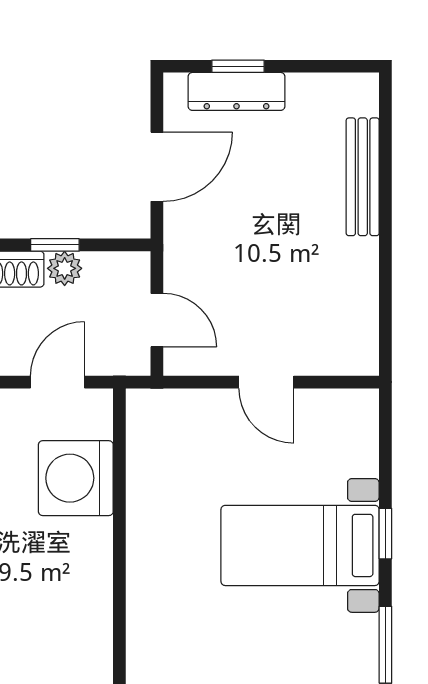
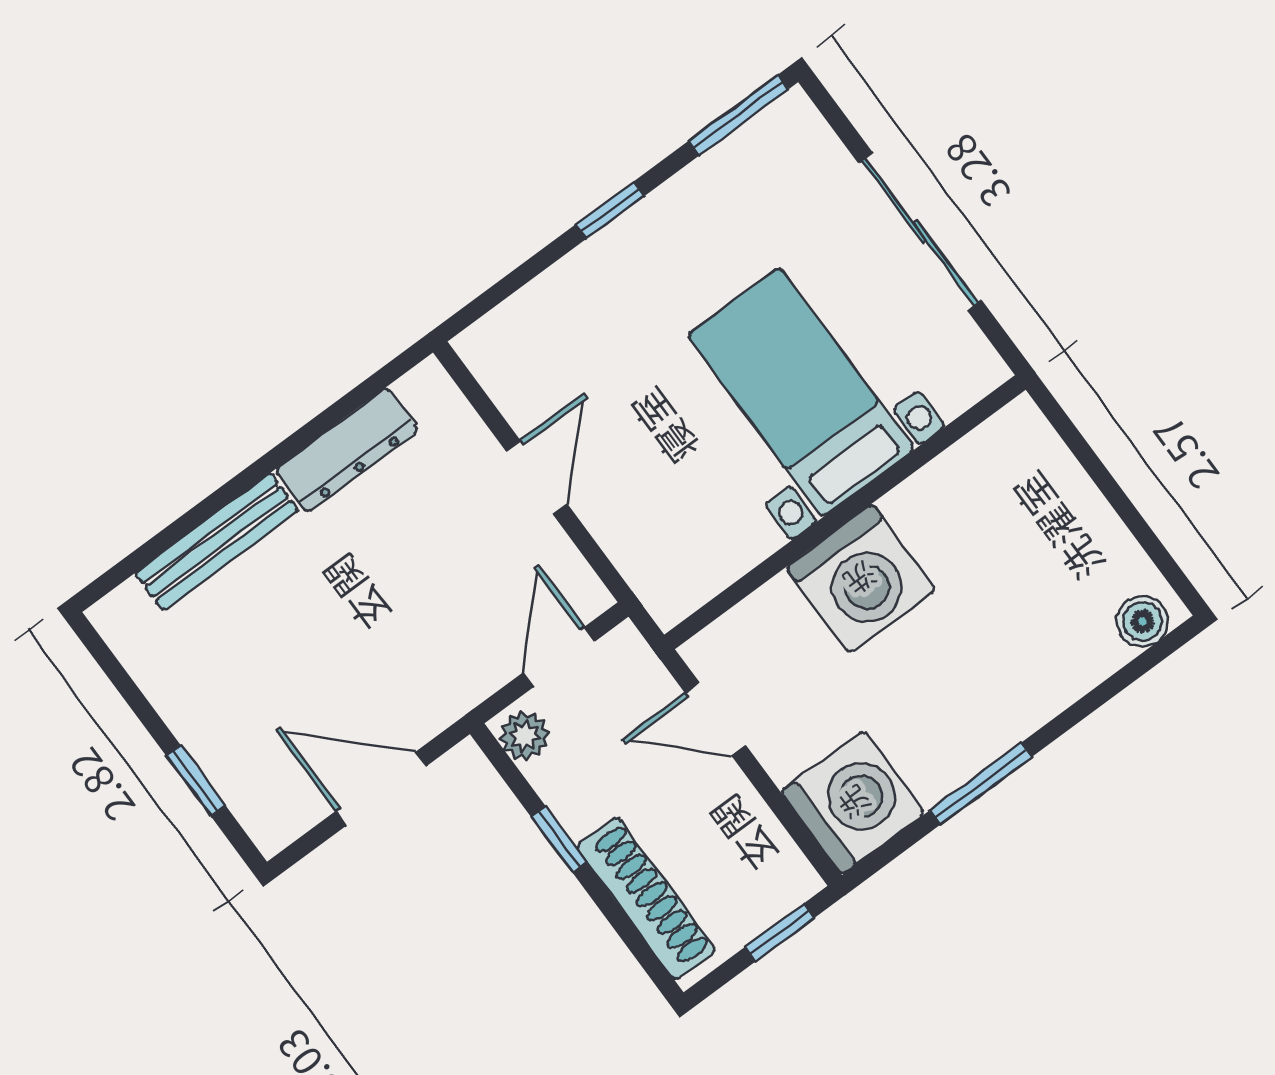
dresser: (237, 91) -> (347, 450), moved, turned 90
plant: (65, 268) -> (524, 736), moved
washing machine: (76, 478) -> (861, 579), moved
bed with nightstands: (300, 545) -> (801, 392), moved, turned 180

